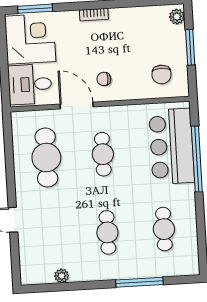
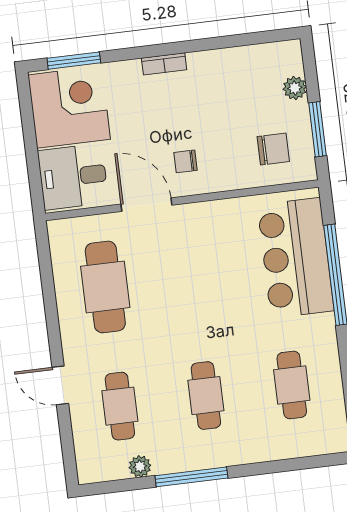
plant: (177, 17) -> (295, 88), moved
window: (190, 47) -> (317, 129), moved
chair: (161, 75) -> (273, 149), turned -90
cafe table: (103, 154) -> (120, 406), moved
window: (139, 282) -> (191, 477), moved

